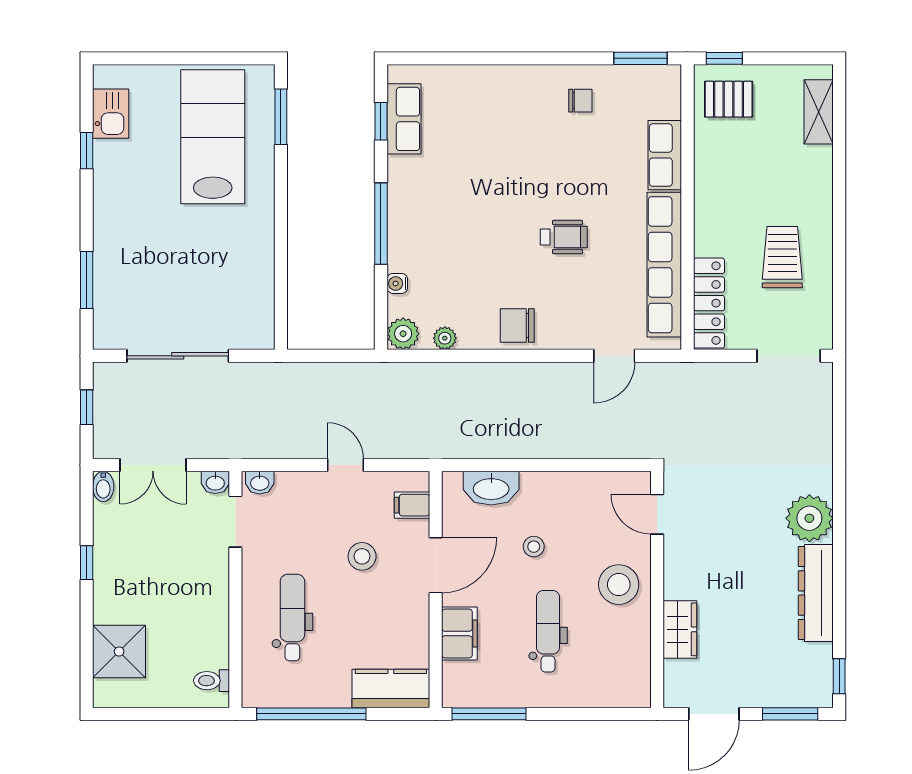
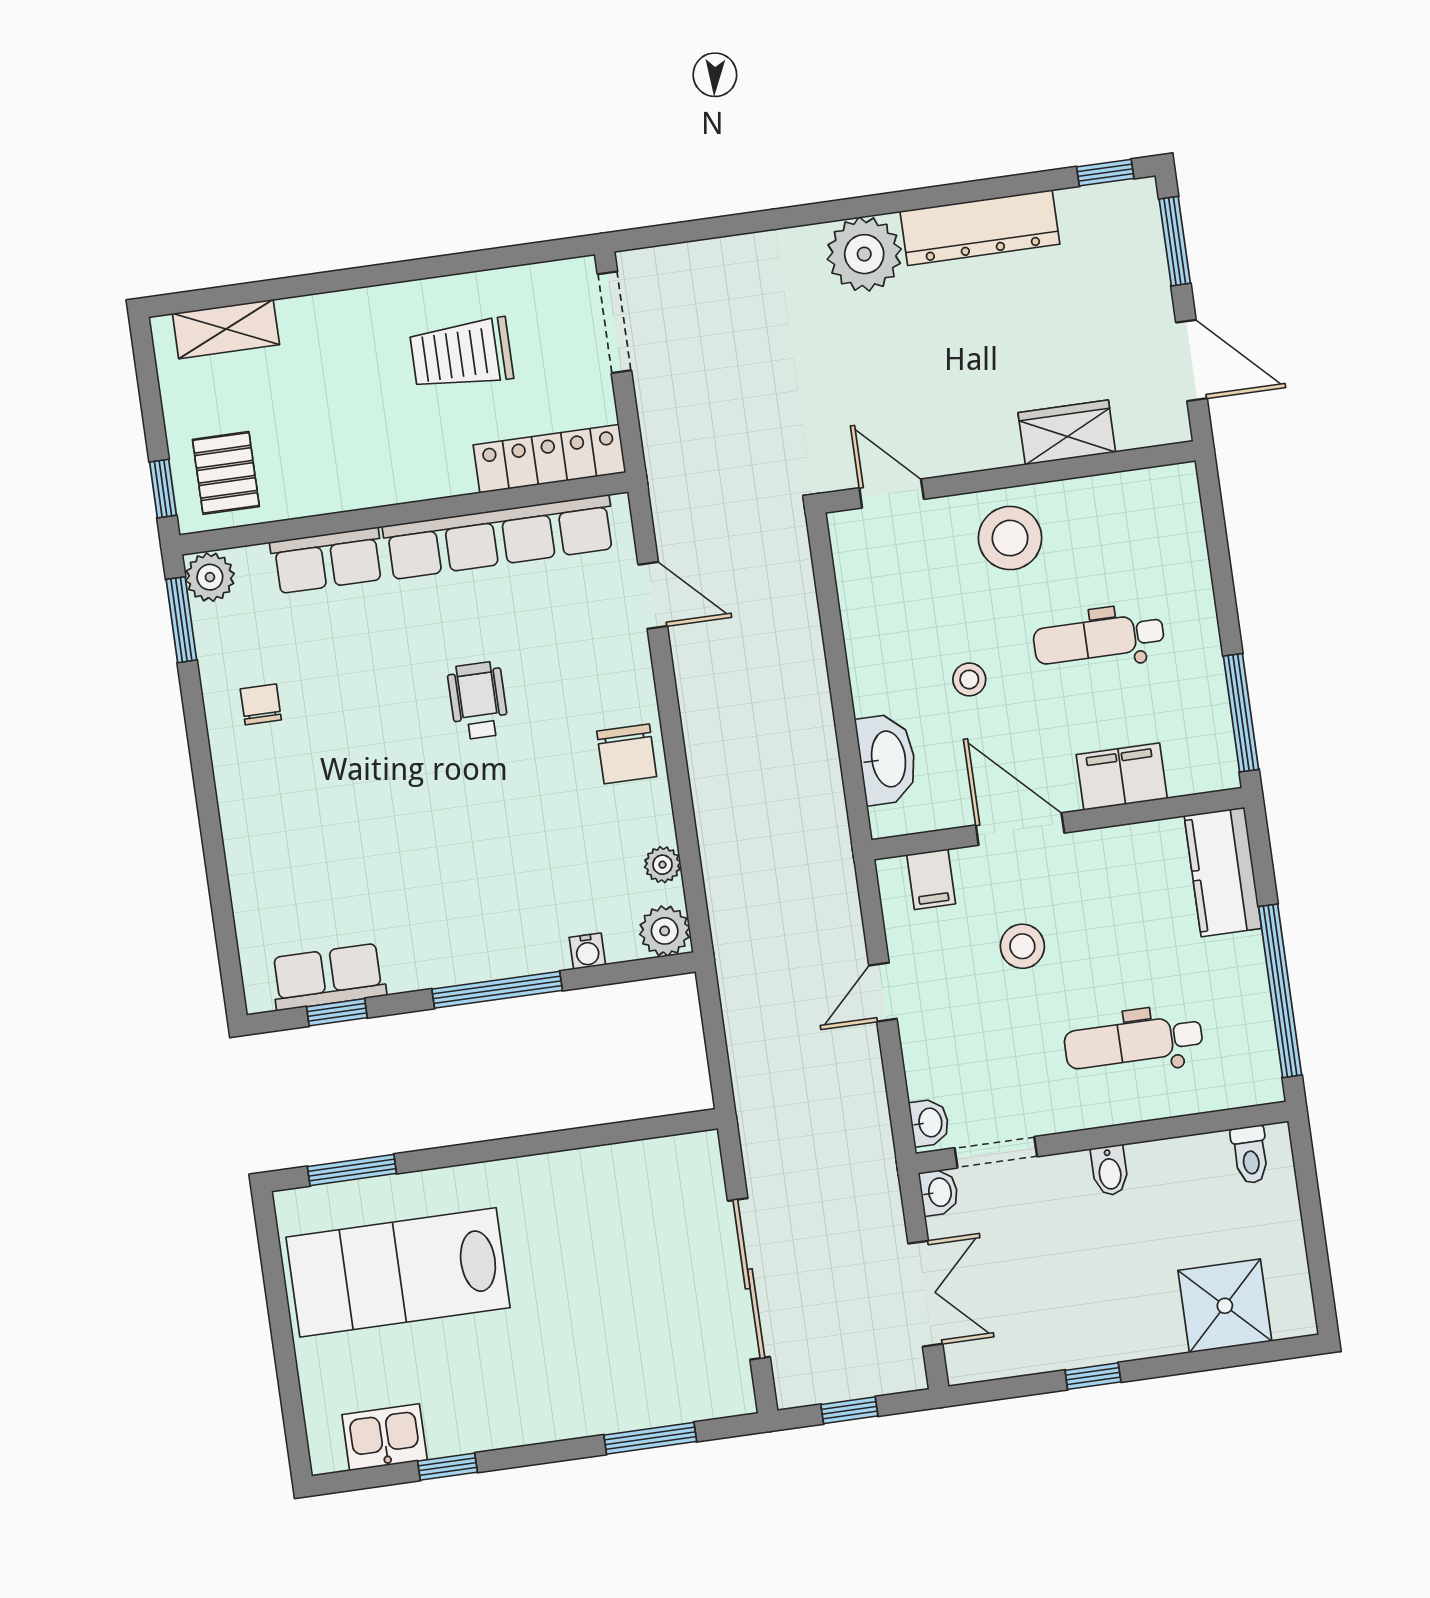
plant: (665, 80) -> (210, 577), added
bidet: (103, 486) -> (1110, 1171), moved, turned 90
door: (657, 514) -> (892, 493), swing flipped

